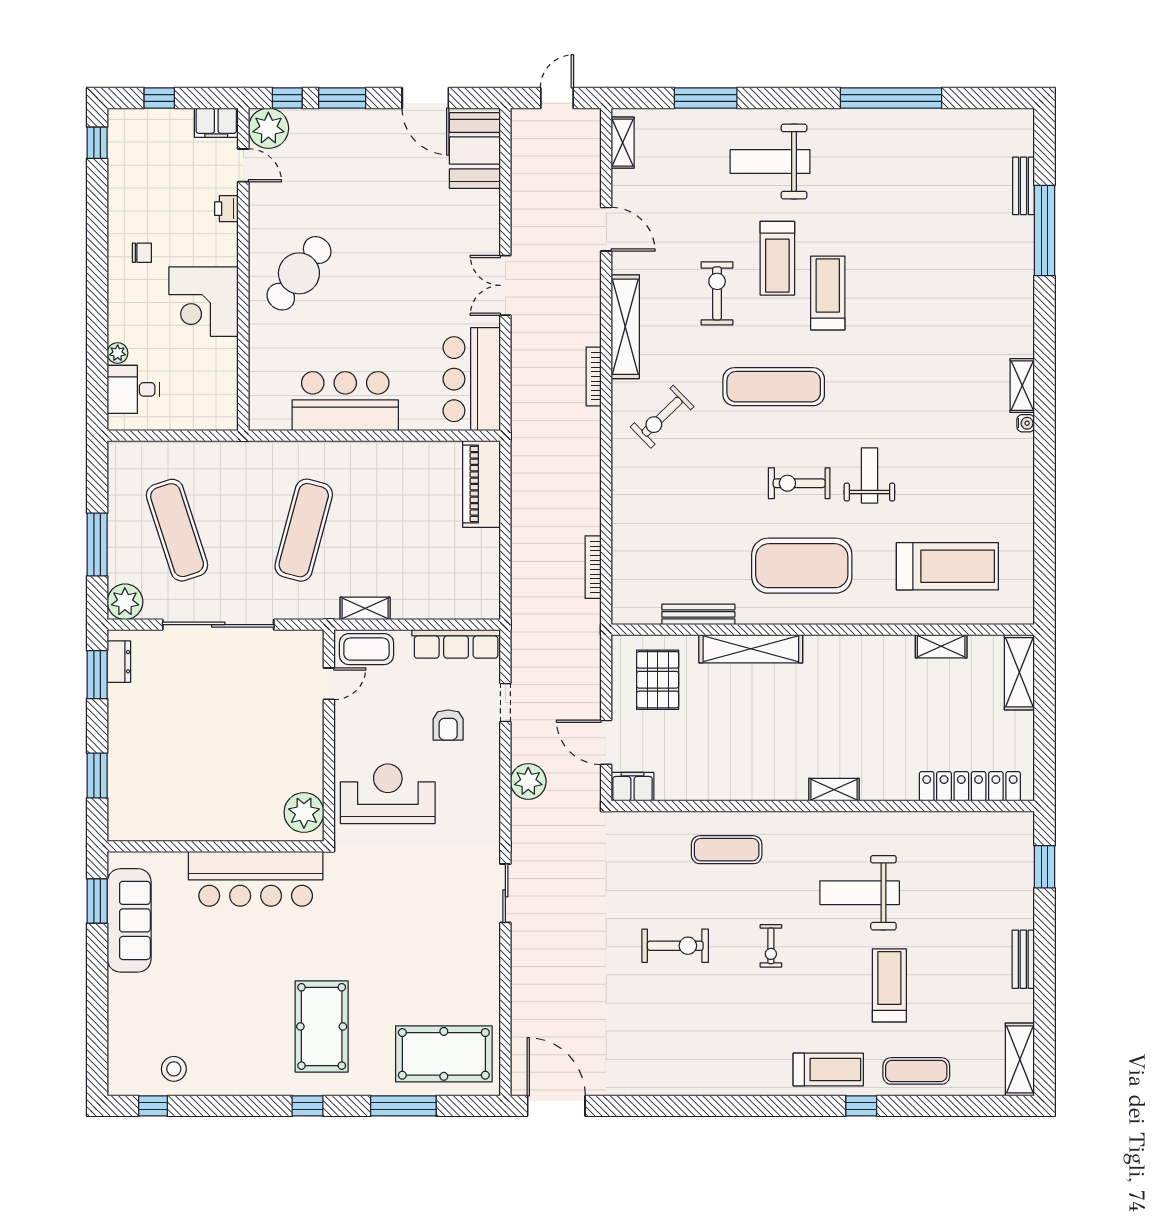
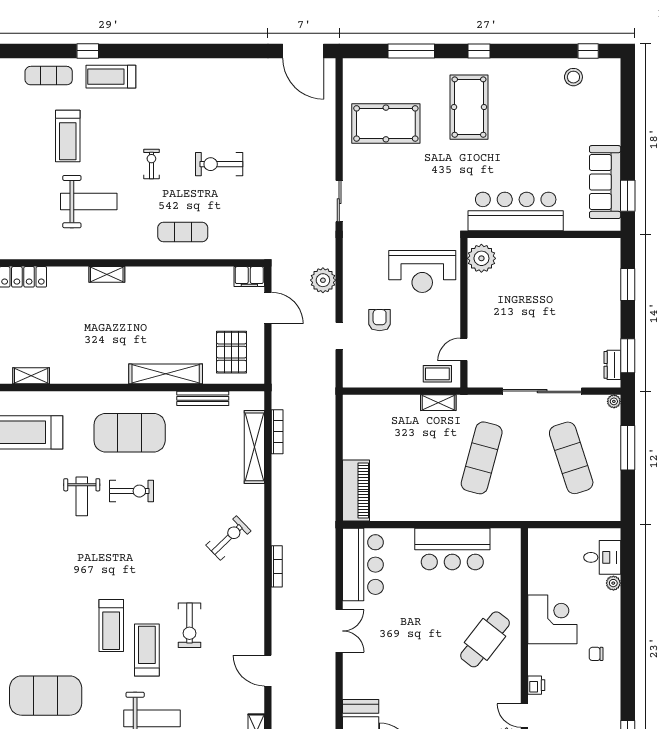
shelving: (625, 327) -> (254, 447), moved
exercise mat: (774, 387) -> (46, 696), moved, width x1.47
plant: (125, 602) -> (614, 401), width x0.53, depth x0.53
row of seats: (456, 644) -> (374, 377), removed
coffee table: (366, 649) -> (437, 374), width x0.73, depth x0.77
pool table: (444, 1054) -> (386, 123), moved

